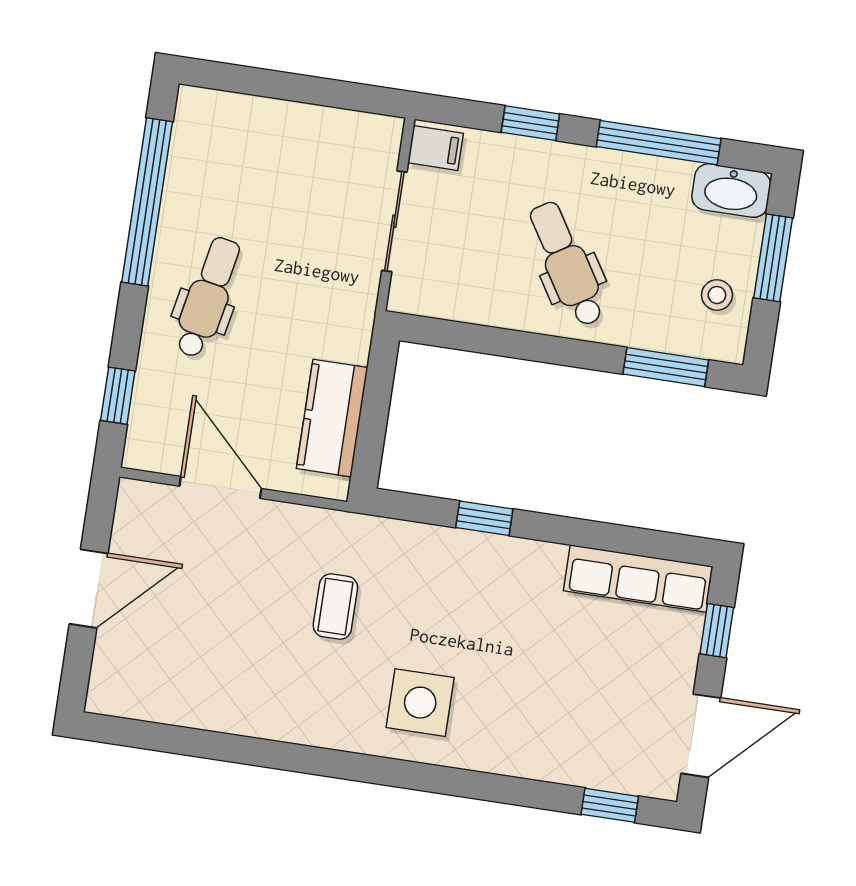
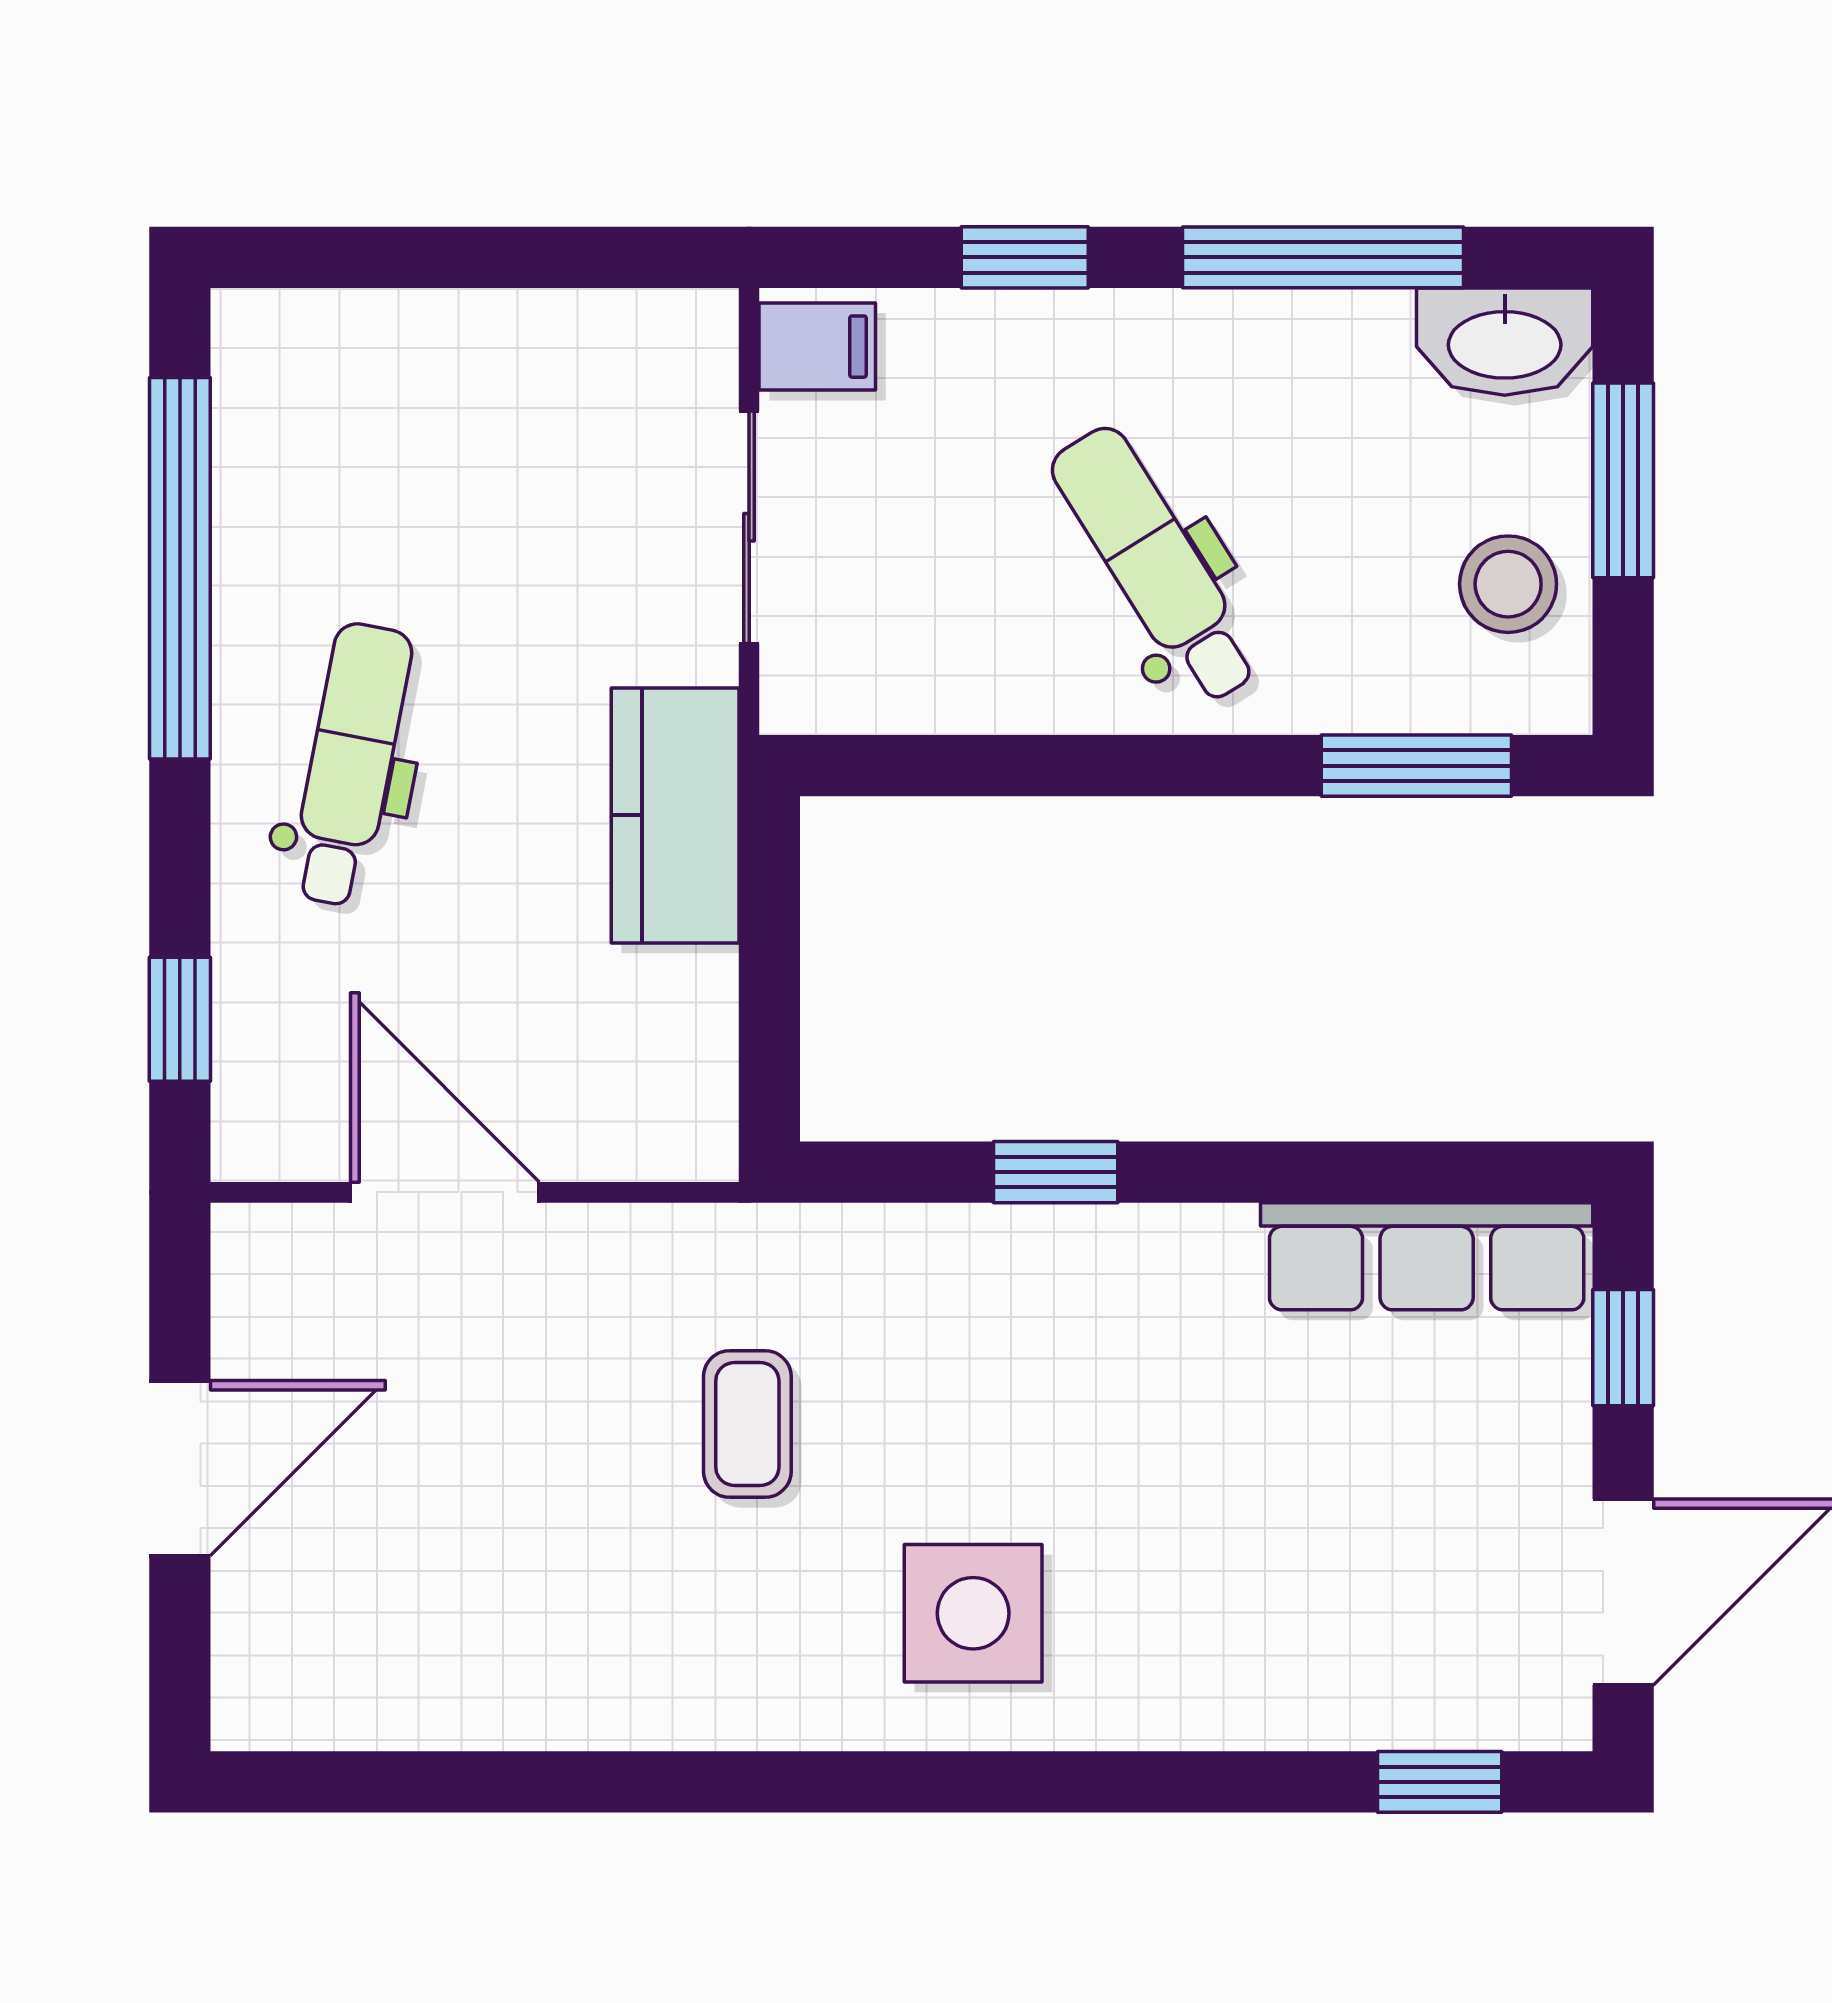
stool: (717, 295) -> (1508, 584), width x1.37, depth x1.37
kitchen counter: (332, 418) -> (675, 815), moved

